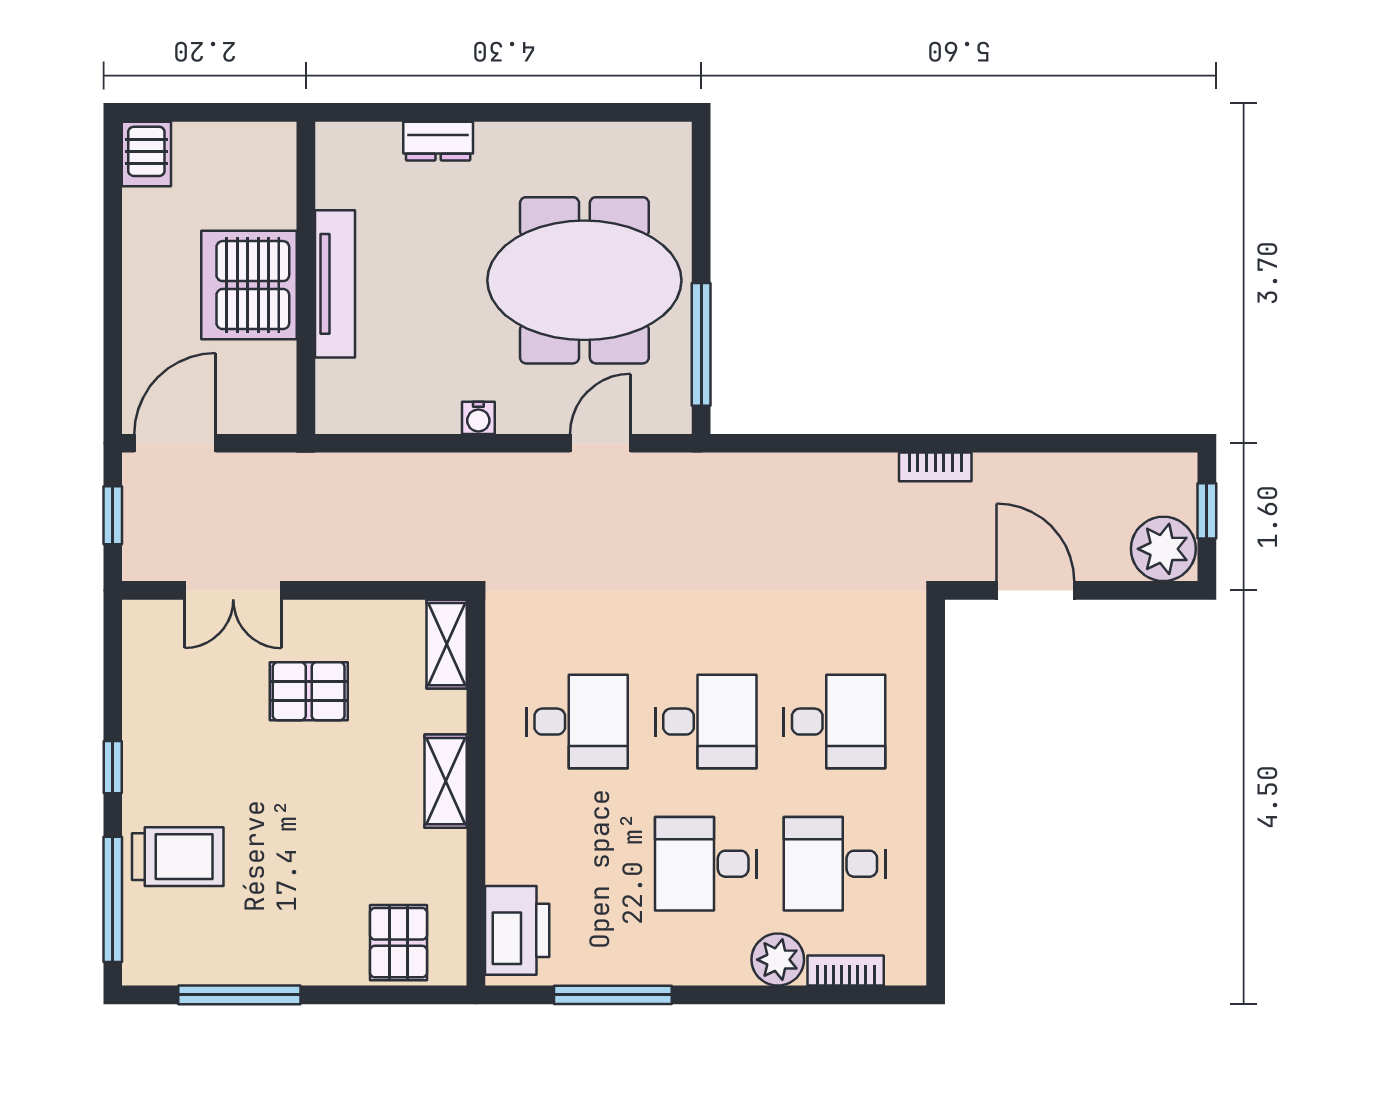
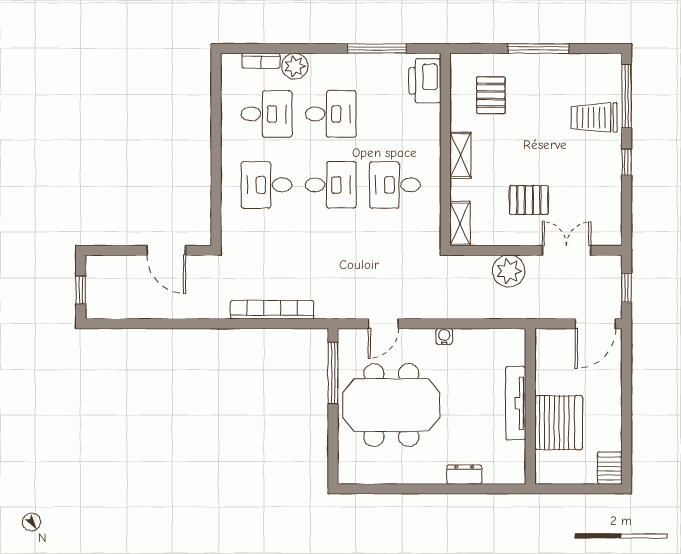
server rack: (249, 285) -> (559, 423), moved
bookcase: (935, 467) -> (272, 310), moved, width x2.31, depth x1.31
plant: (1163, 549) -> (509, 271), moved
desk: (706, 722) -> (331, 185), turned 180
pallet: (399, 943) -> (491, 95), moved
window: (239, 995) -> (539, 49), moved

